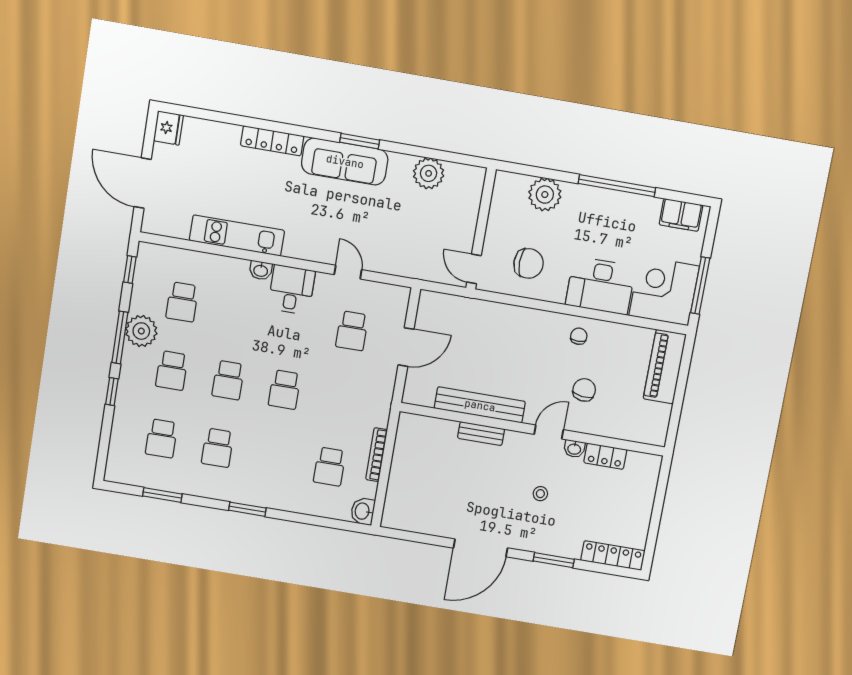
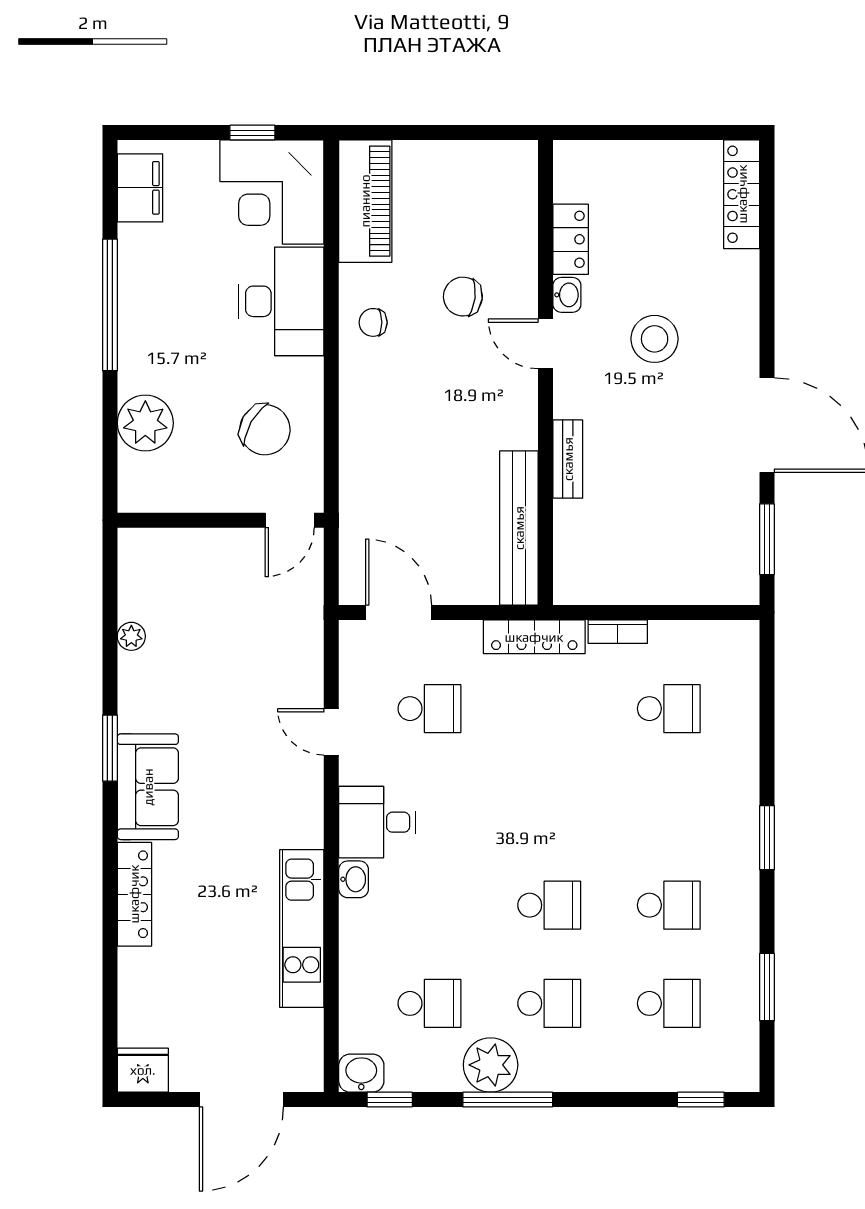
sofa: (345, 161) -> (148, 787), width x0.73
plant: (429, 173) -> (131, 636), width x0.53, depth x0.53
chair: (529, 263) -> (265, 430), turned 120
door: (348, 272) -> (331, 732), hinge flipped
window: (700, 286) -> (252, 133), width x0.46
door: (406, 347) -> (399, 612), moved
piano: (665, 367) -> (365, 201), moved, turned -90
school desk: (284, 390) -> (549, 807), removed
window: (112, 392) -> (701, 1100), moved
locker: (383, 398) -> (534, 637), added
bench: (480, 405) -> (519, 528), moved
bookcase: (377, 455) -> (618, 632), width x0.64
stool: (540, 494) -> (655, 339), width x1.89, depth x1.89
washbasin: (363, 511) -> (361, 1073), moved, turned 180
window: (554, 560) -> (767, 539), moved

